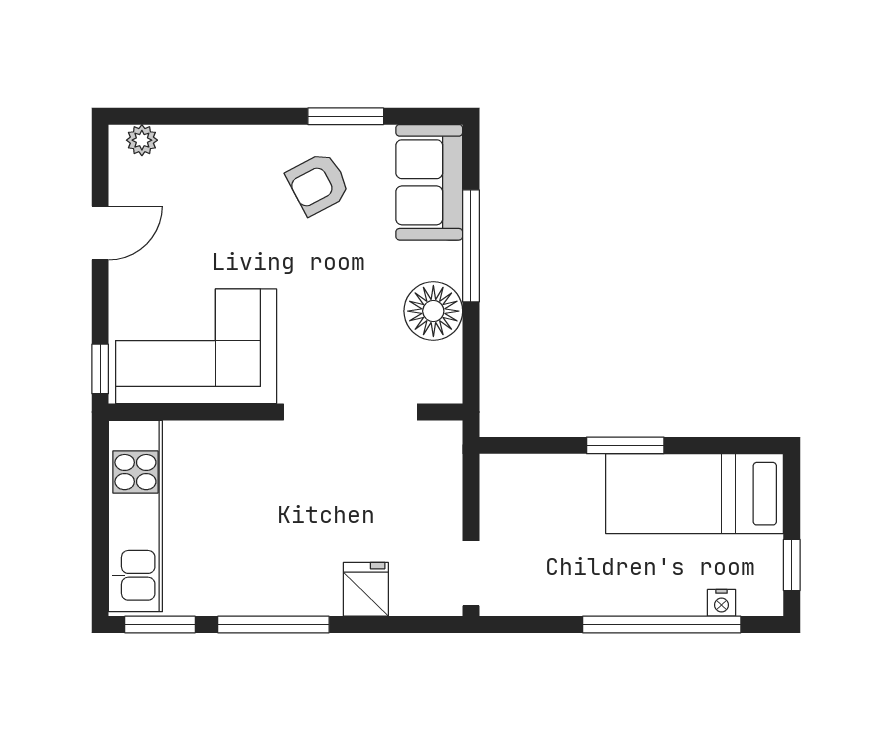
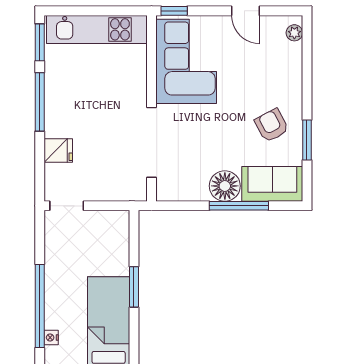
floor lamp: (433, 311) -> (225, 186), moved

